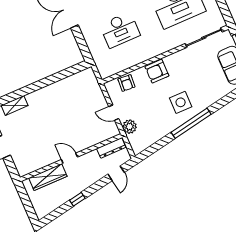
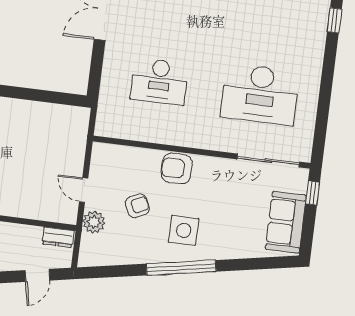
armchair: (126, 83) -> (137, 206), moved, turned -120
dresser: (111, 148) -> (58, 237), width x0.70

